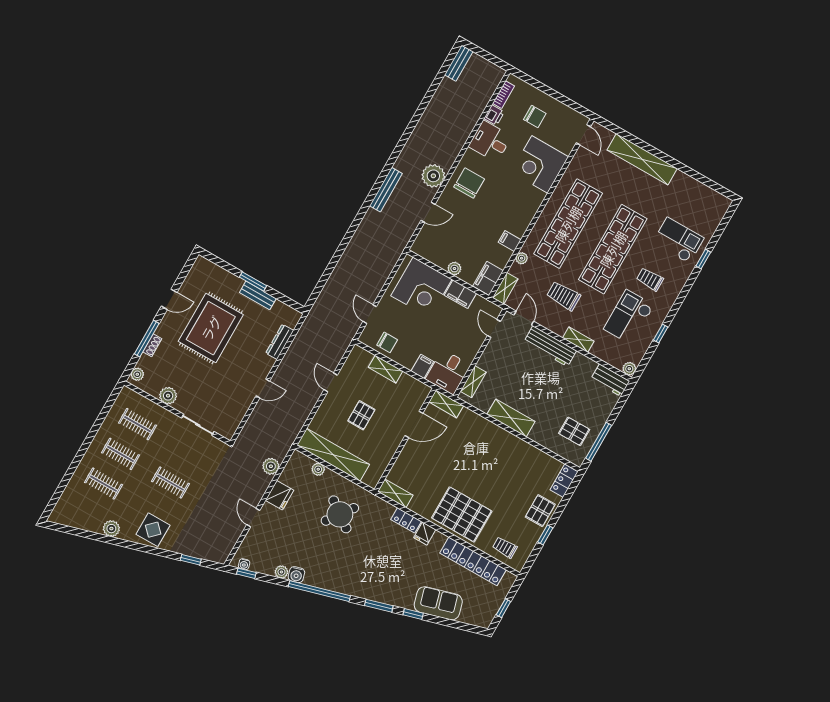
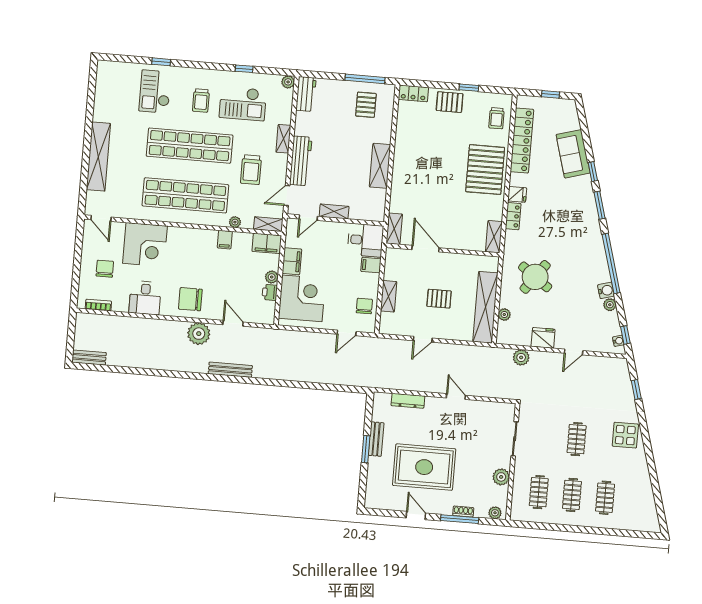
printer: (494, 115) -> (270, 292), moved, turned -90
door: (583, 135) -> (101, 218), swing flipped
shelving: (473, 382) -> (334, 211), moved
plant: (111, 529) -> (641, 472), removed

